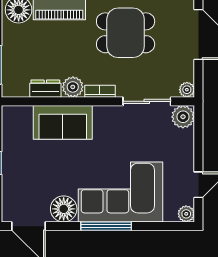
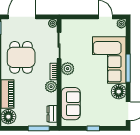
dresser: (45, 89) -> (52, 114), moved
plant: (183, 117) -> (68, 69), moved
sofa: (63, 122) -> (71, 104), moved

